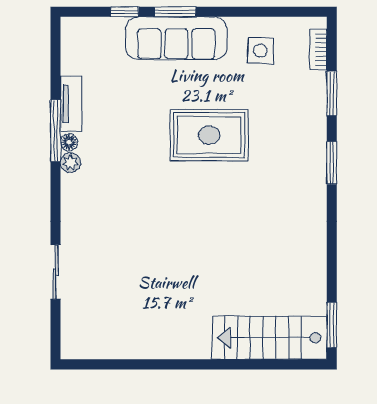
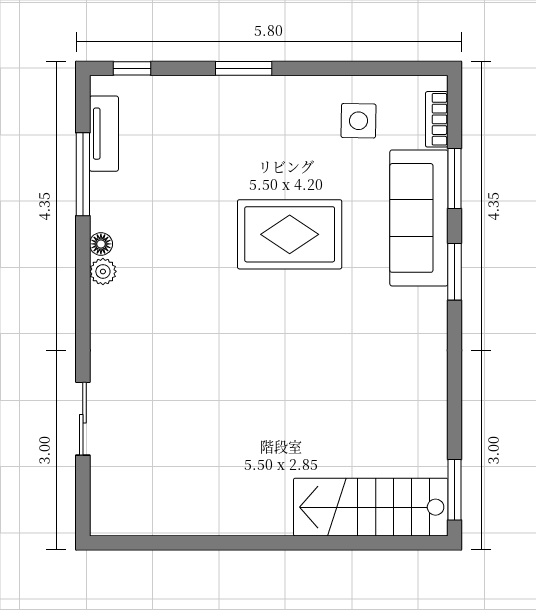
window: (125, 12) -> (132, 68), moved
sofa: (176, 38) -> (419, 218), moved, turned 90
tv unit: (71, 104) -> (104, 134), moved
window: (56, 131) -> (83, 174), moved

